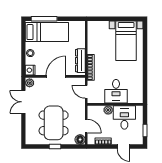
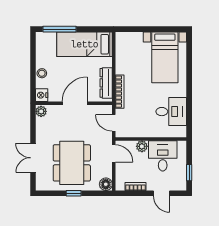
bed: (47, 32) -> (85, 44), moved, turned 180
desk: (116, 91) -> (171, 112), moved, turned -90
double door: (23, 102) -> (33, 158), moved
door: (86, 126) -> (114, 153), moved

